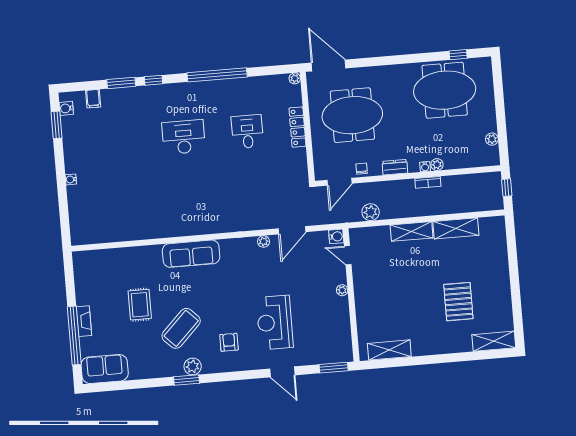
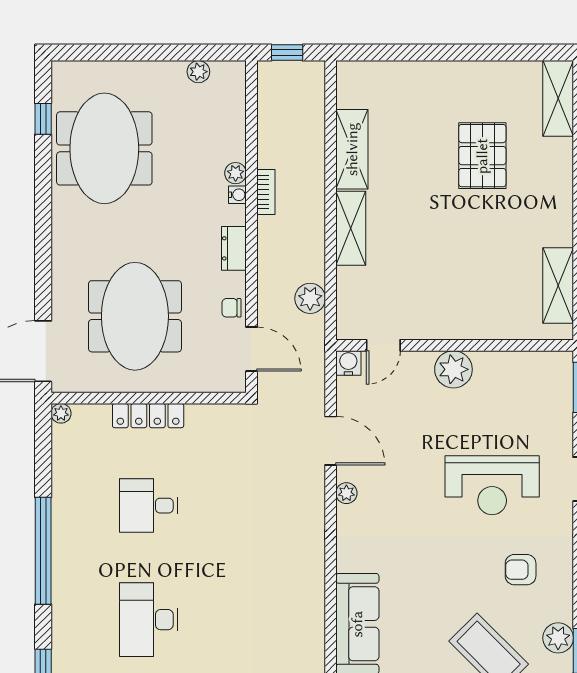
plant: (342, 290) -> (453, 369), width x1.87, depth x1.87
pallet: (458, 302) -> (482, 156), turned 90

